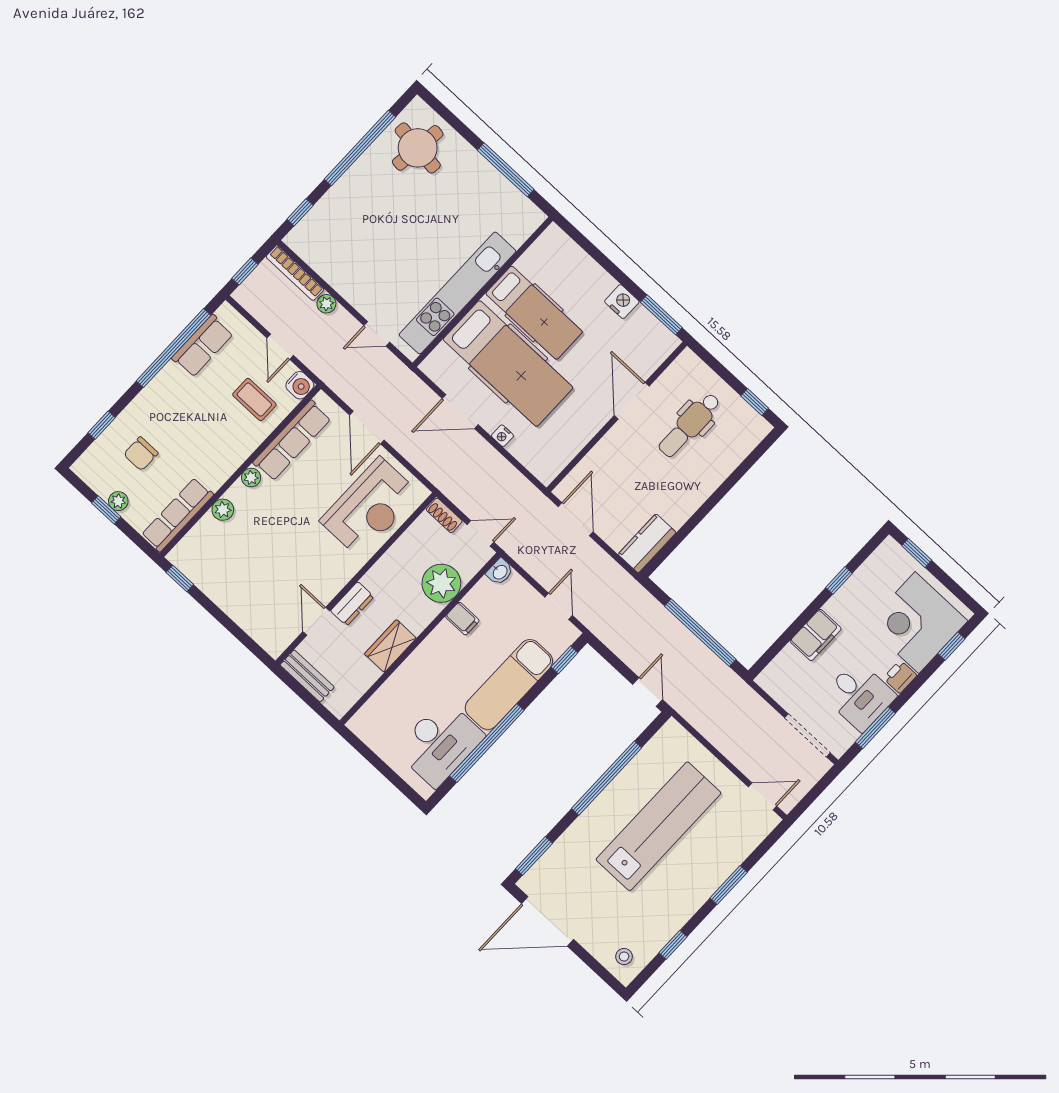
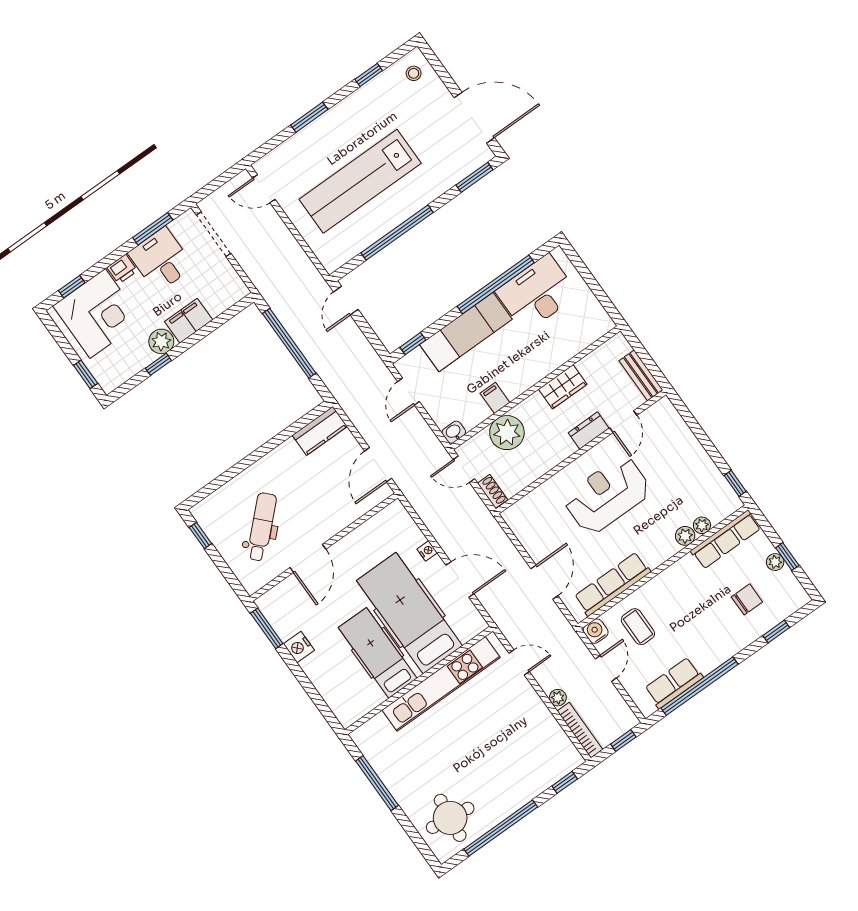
dental chair: (689, 425) -> (262, 527), turned -44
plant: (251, 478) -> (702, 525), moved
reception desk: (370, 507) -> (607, 495), moved
plant: (841, 606) -> (161, 341), added

